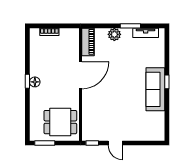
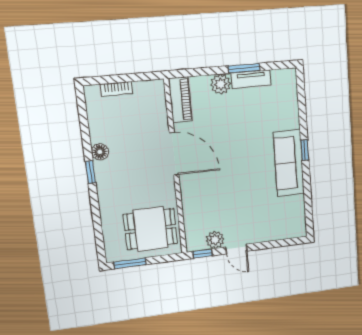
tv unit: (146, 33) -> (251, 79), moved
door: (80, 75) -> (174, 154), hinge flipped
floor lamp: (35, 82) -> (100, 152), moved
plant: (102, 135) -> (215, 240), added

